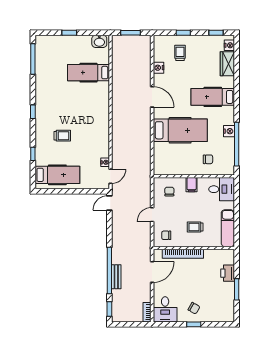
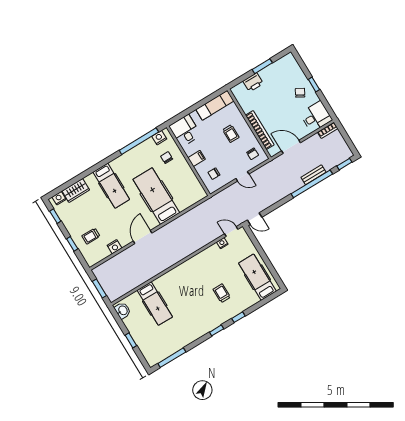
nightstand: (229, 131) -> (159, 138), moved
window: (33, 154) -> (238, 317), moved

